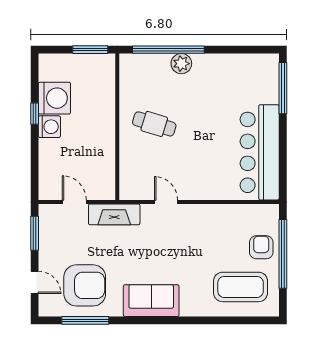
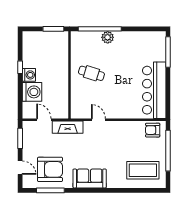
washing machine: (54, 98) -> (32, 92), moved
armchair: (261, 247) -> (153, 130), moved, turned -90

